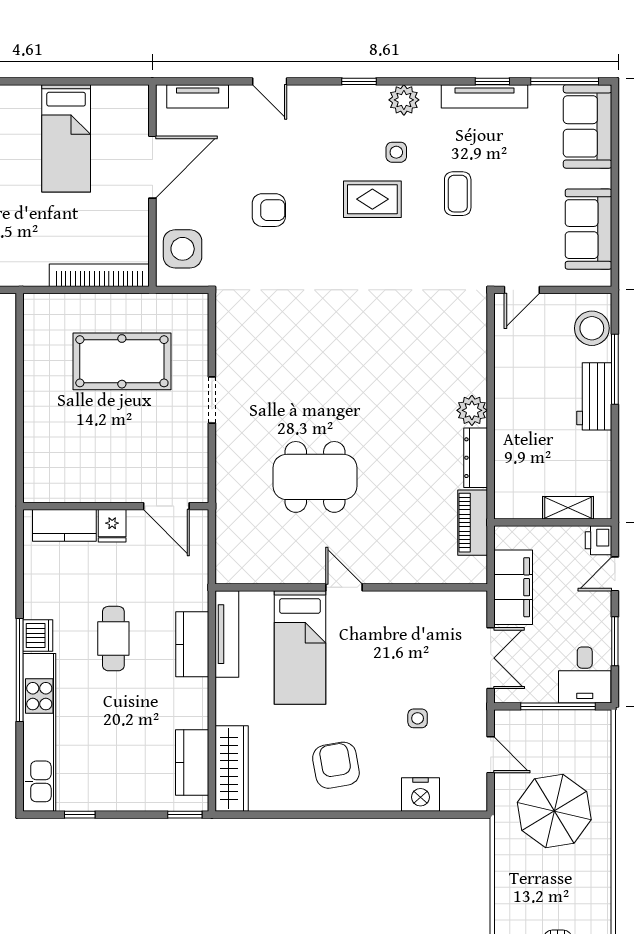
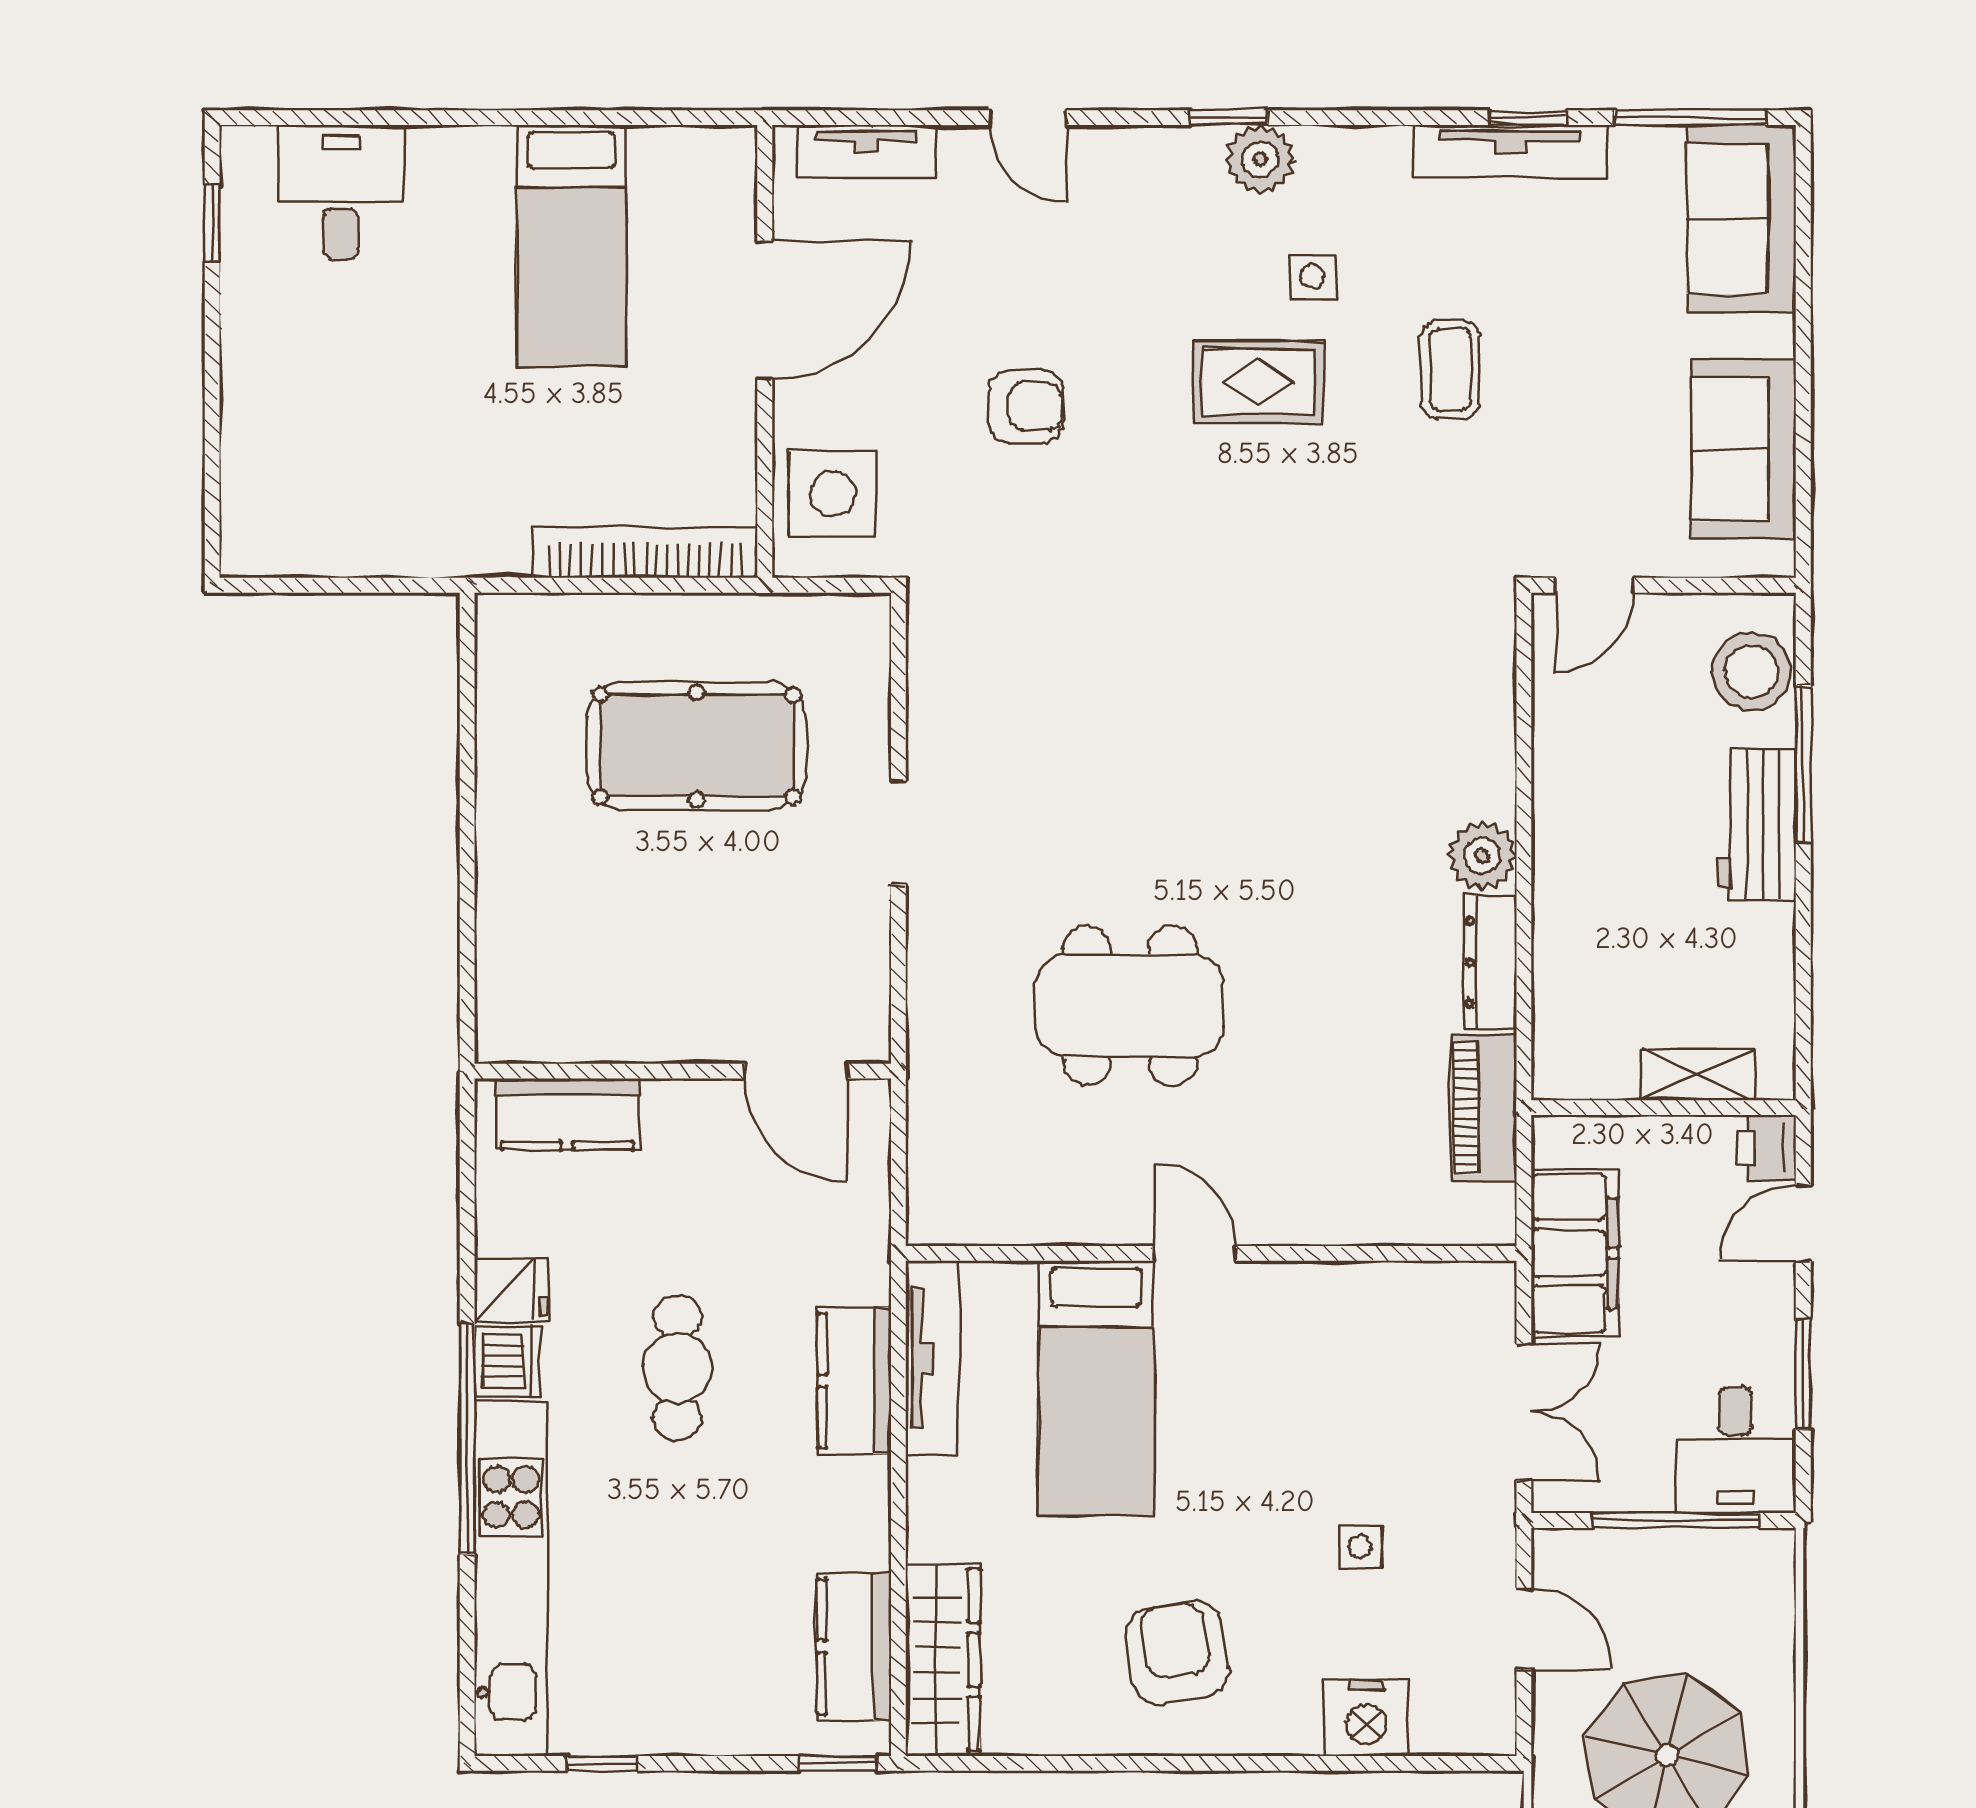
plant: (404, 100) -> (1260, 159), moved
fridge: (112, 526) -> (511, 1290), moved, turned -90

